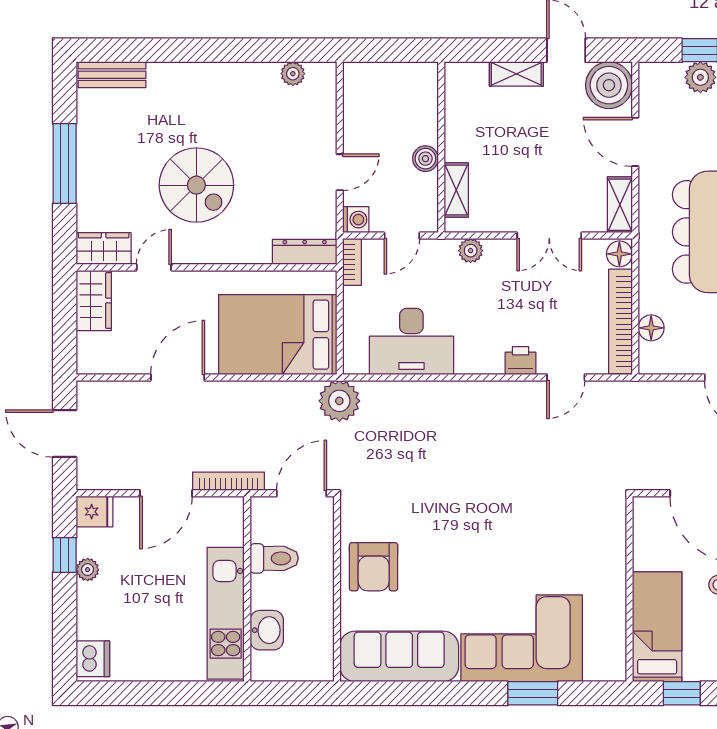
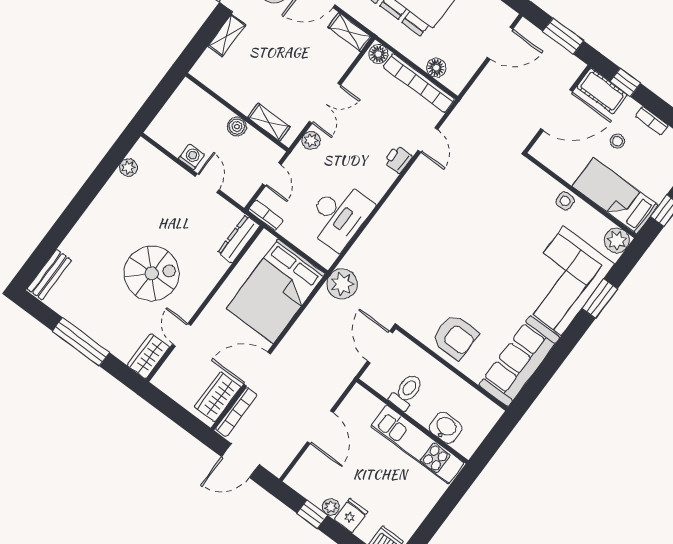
washing machine: (356, 220) -> (192, 157), moved
double door: (549, 236) -> (325, 103), moved
wardrobe: (94, 301) -> (218, 397), moved, turned -90
door: (178, 377) -> (257, 369), hinge flipped
bookcase: (229, 481) -> (236, 412), moved, turned 180
fridge: (94, 512) -> (351, 516), moved
side table: (611, 576) -> (565, 201), added
plant: (610, 665) -> (617, 241), added

